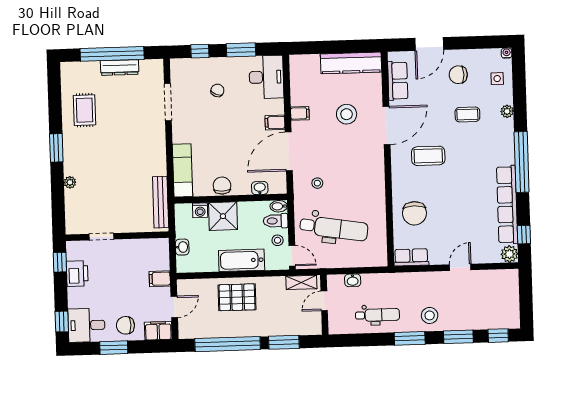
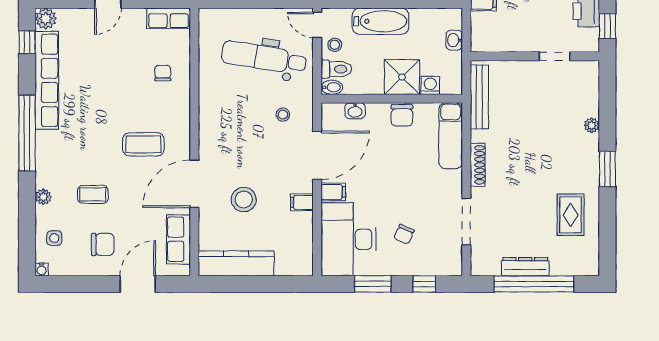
desk: (266, 77) -> (349, 239), width x1.36, depth x1.30
shoe rack: (160, 148) -> (478, 165), added
chair: (414, 213) -> (163, 73), width x0.54, depth x0.54

